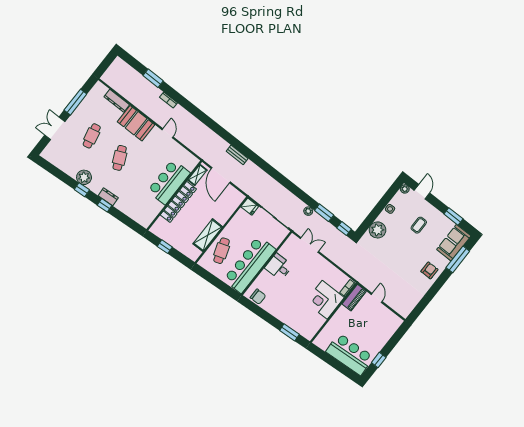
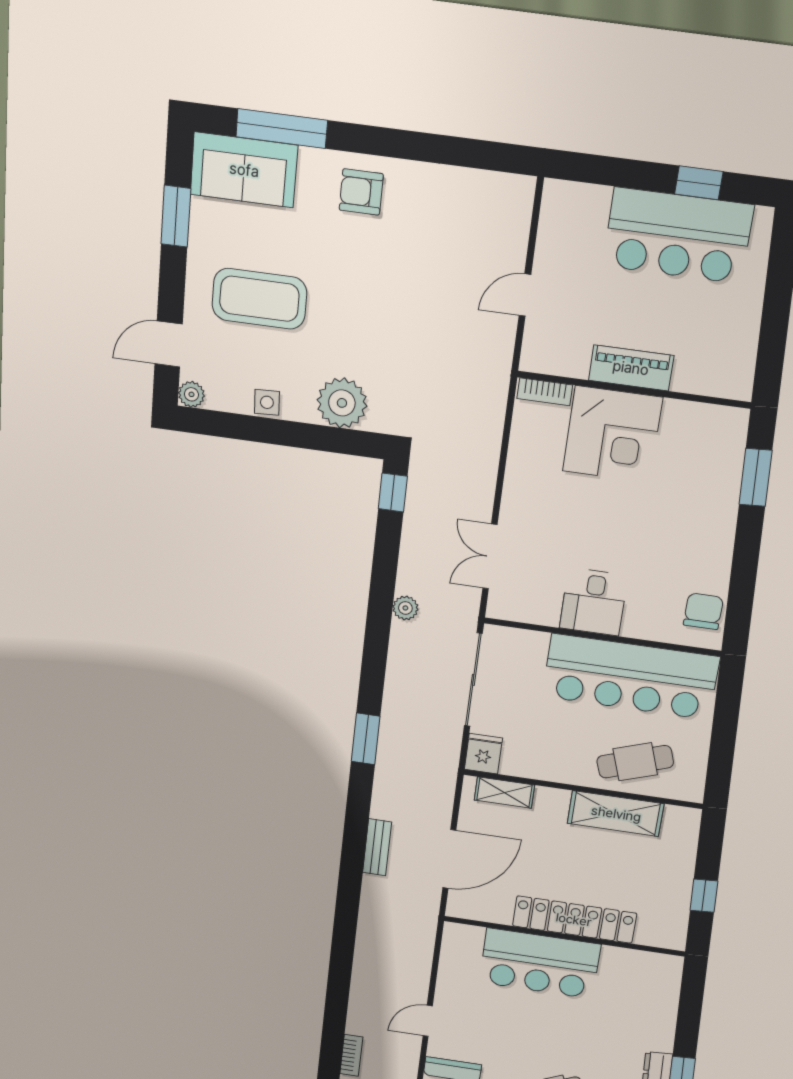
shelving: (197, 175) -> (504, 793), moved
window: (324, 213) -> (366, 739), moved
coffee table: (419, 225) -> (259, 299), width x1.86, depth x1.72
piano: (354, 298) -> (631, 368), moved
bar counter: (350, 354) -> (678, 236), moved, turned -86

